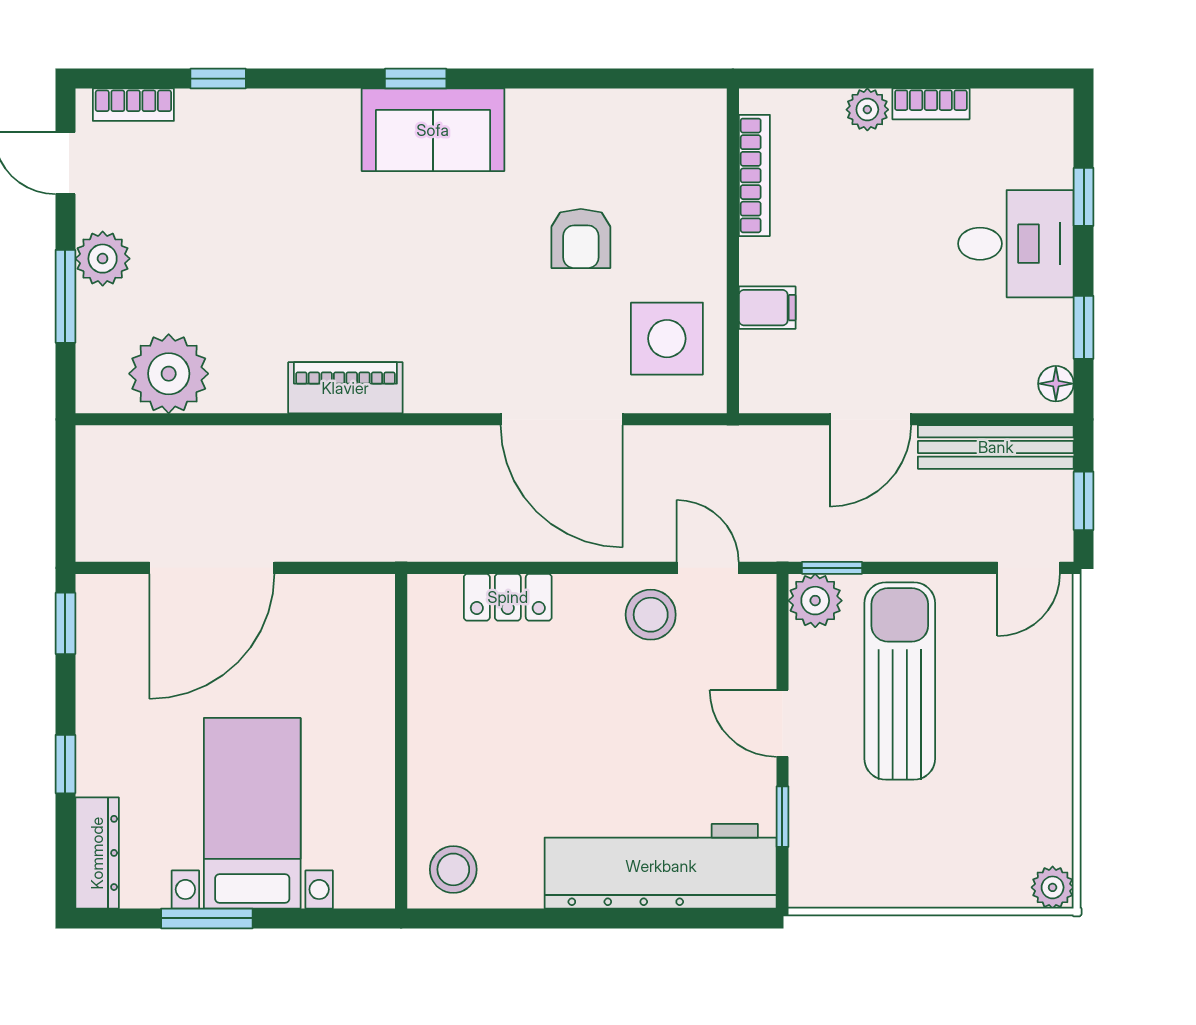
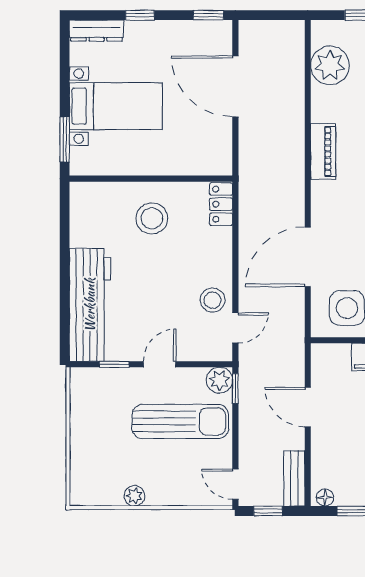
bench: (996, 447) -> (294, 478), width x0.73
locker: (508, 597) -> (221, 204), moved
stool: (453, 869) -> (152, 218), moved, width x1.38, depth x1.38
plant: (1053, 887) -> (134, 496), moved
window: (207, 918) -> (65, 139), moved

